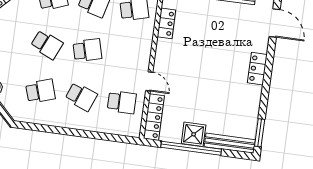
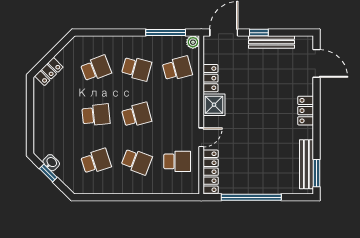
school desk: (47, 45) -> (96, 115), turned -30
door: (149, 81) -> (201, 137), hinge flipped
shower: (194, 134) -> (214, 105), moved
bench: (230, 143) -> (306, 164), moved, turned 90

